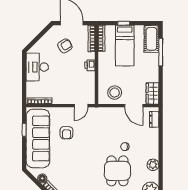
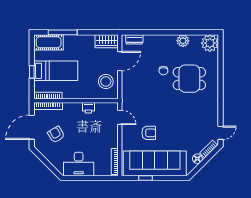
printer: (90, 65) -> (88, 108), moved

